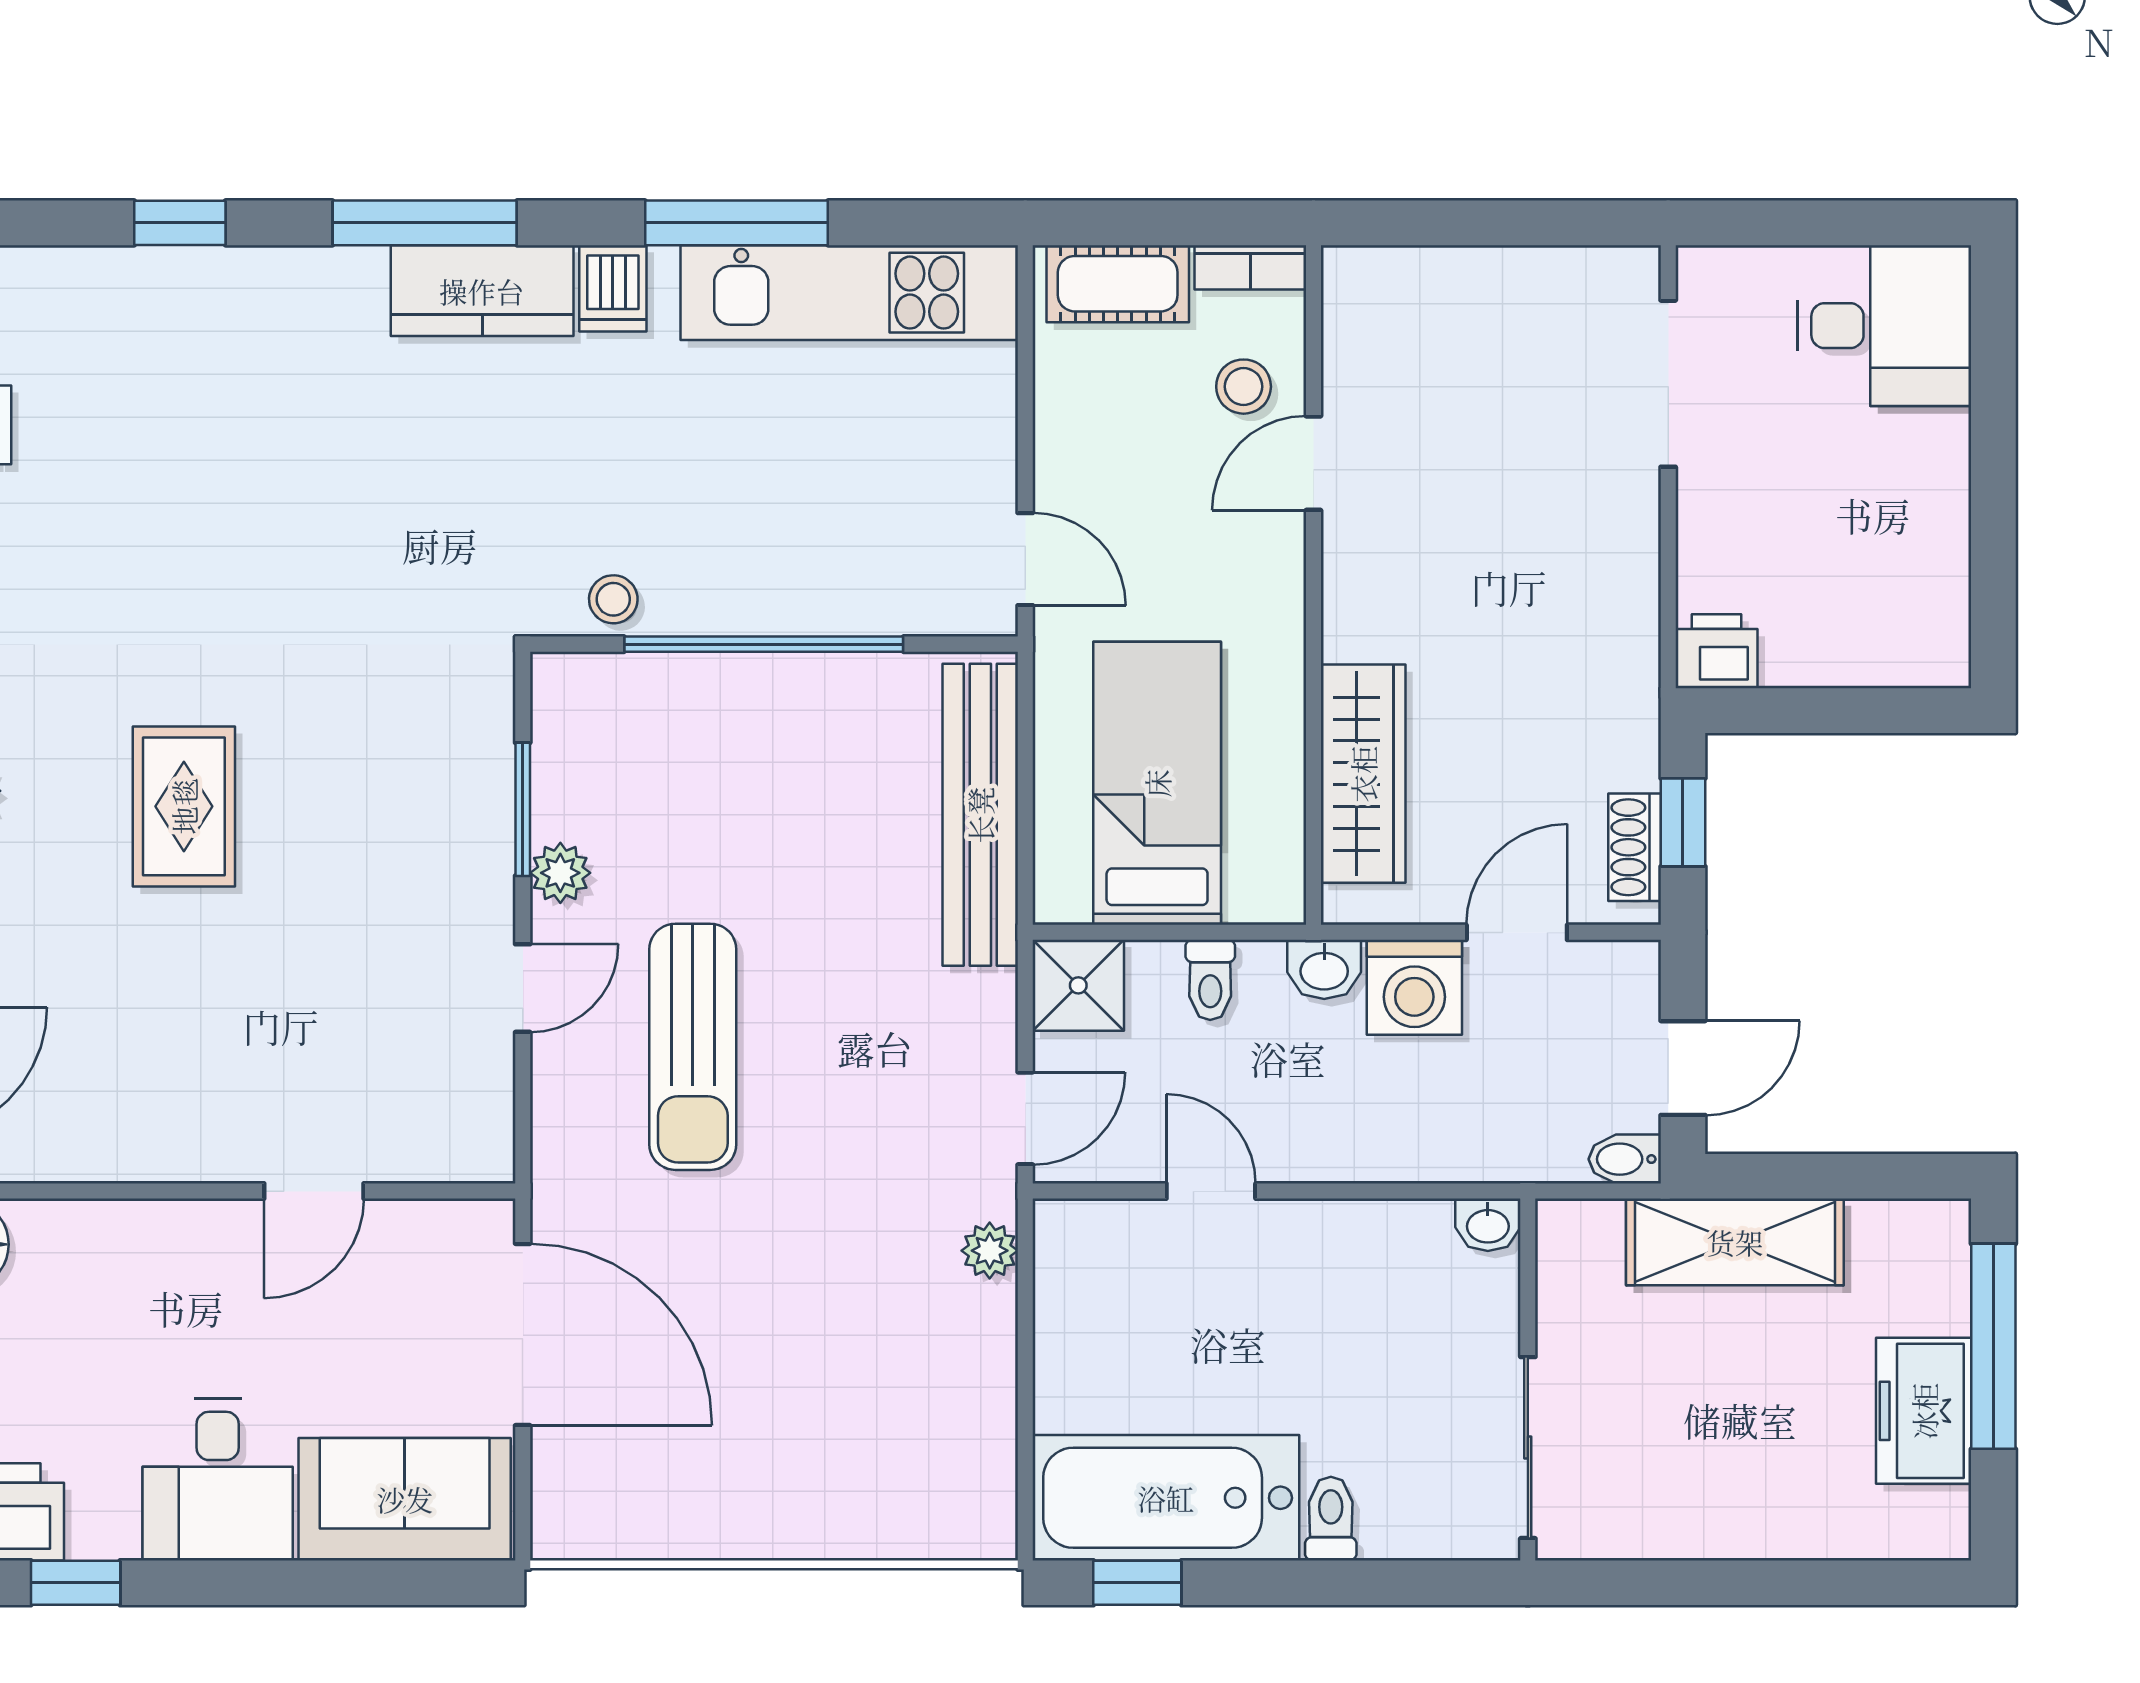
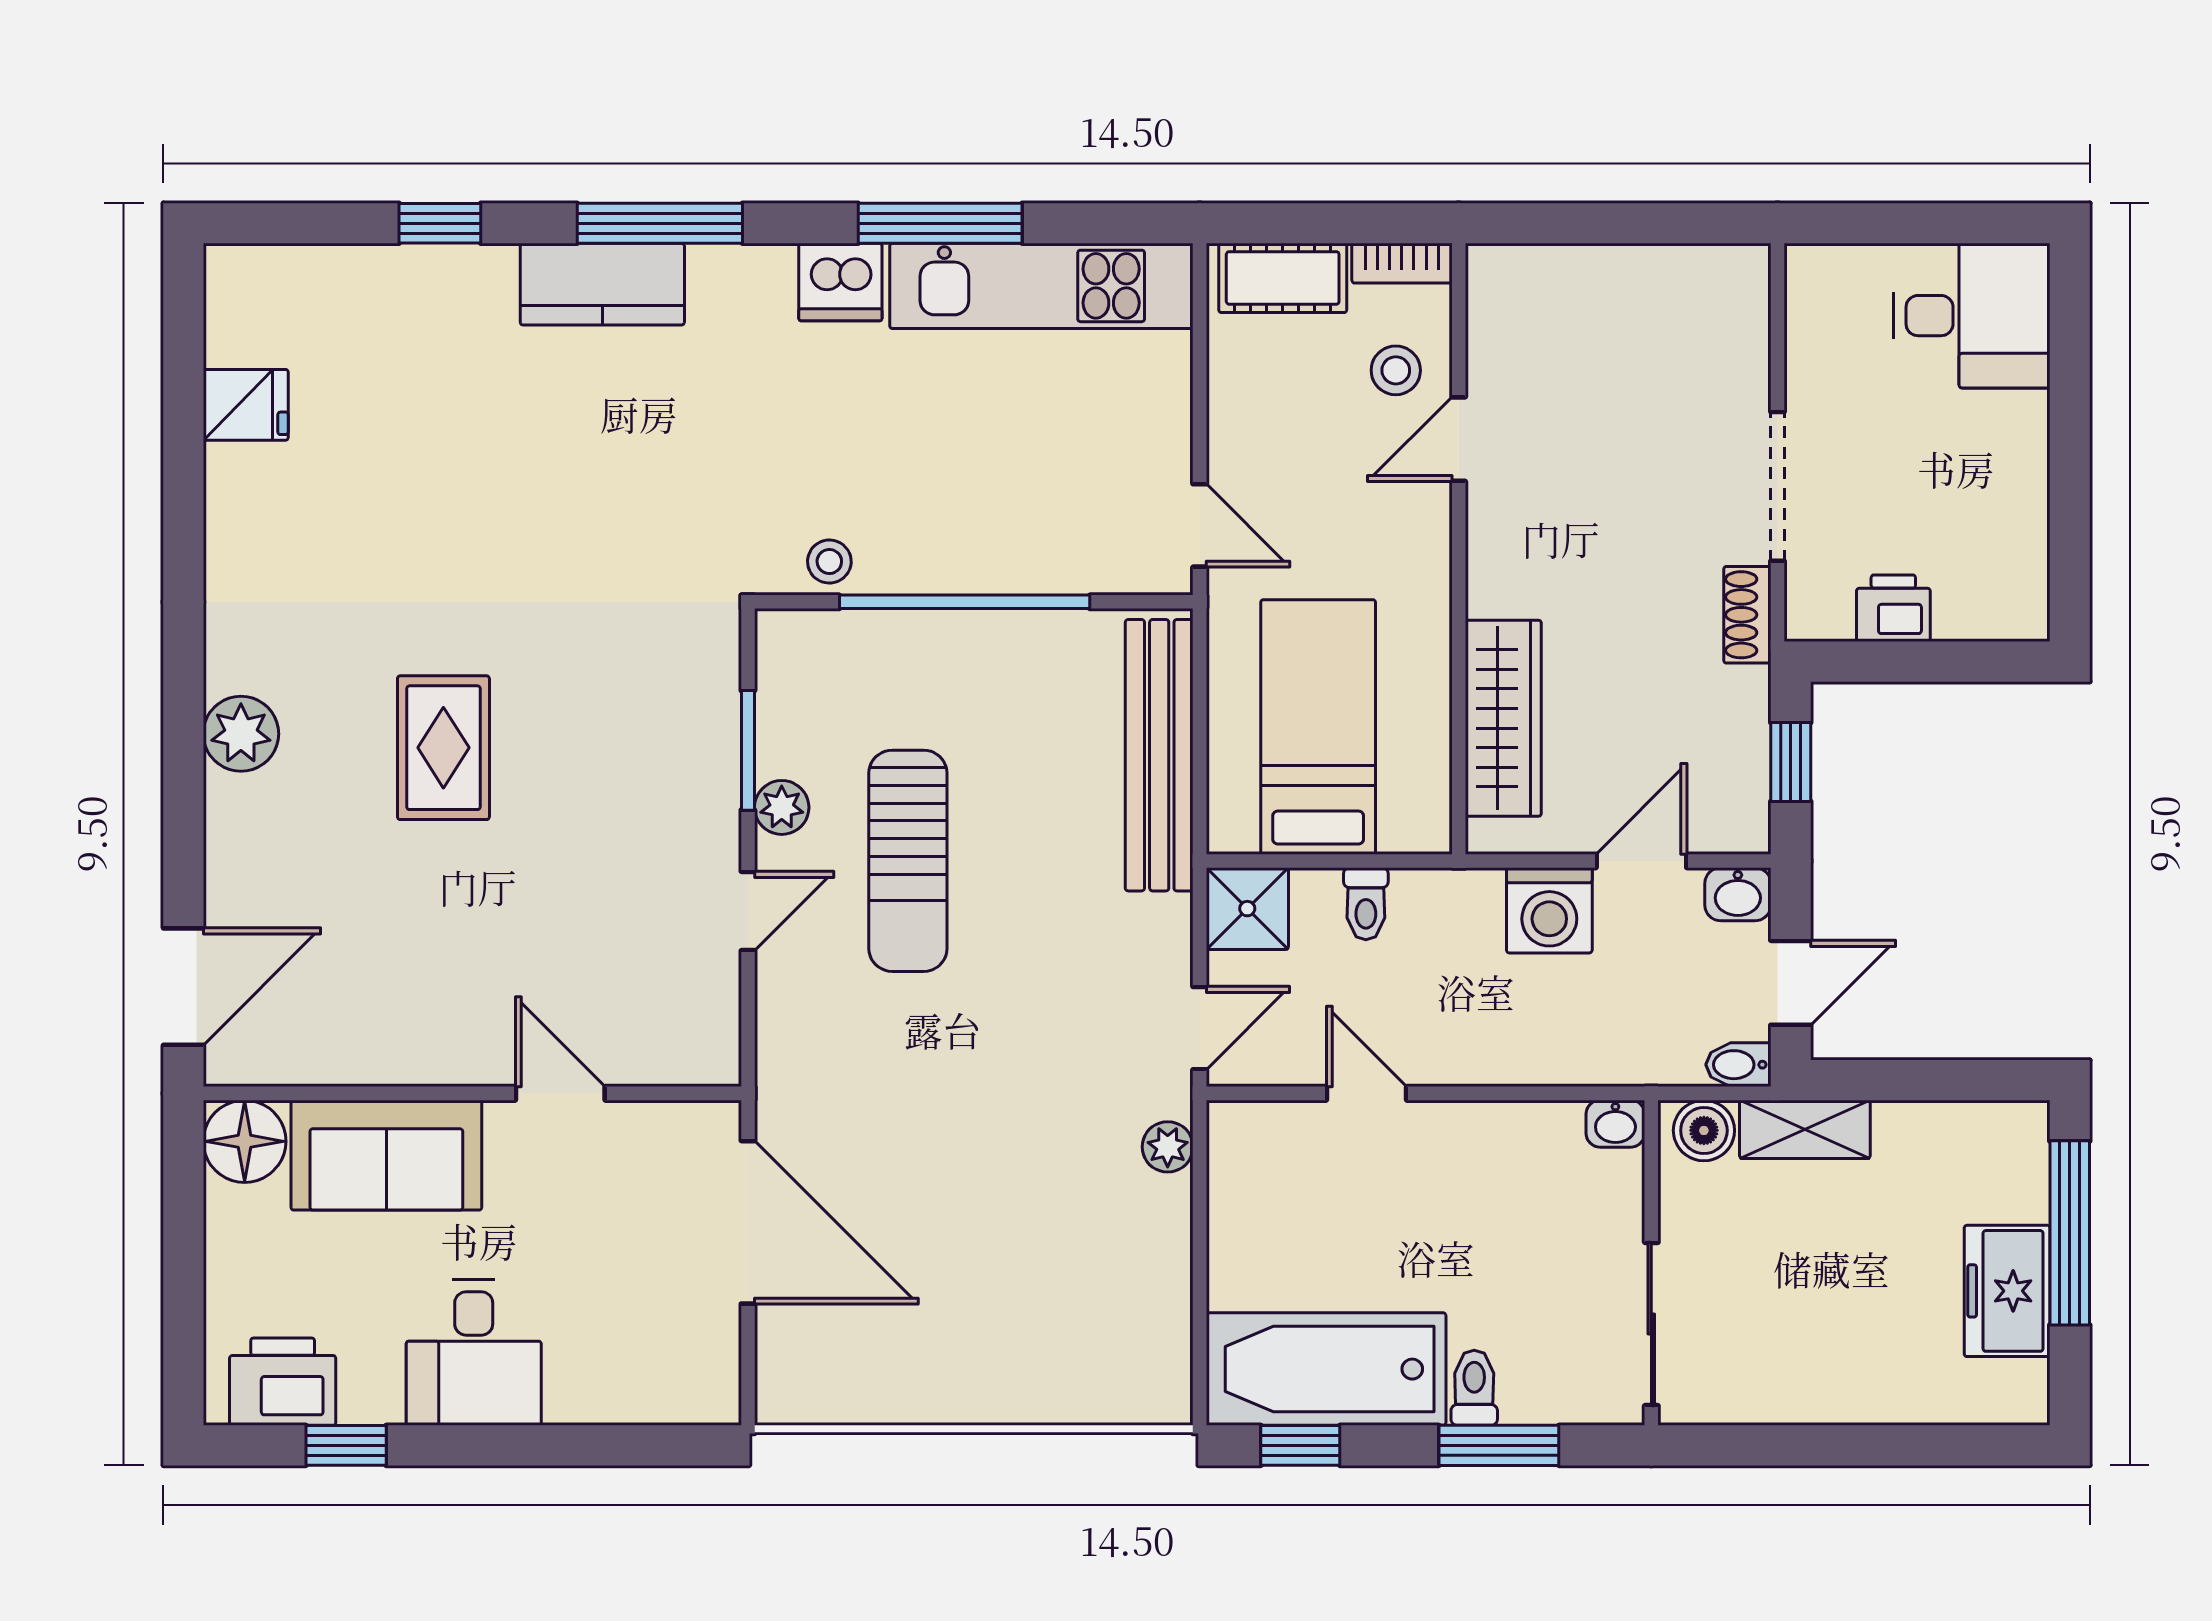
dishwasher: (613, 288) -> (840, 282), width x1.38
kitchen counter: (482, 291) -> (602, 284), moved
doorway: (1668, 384) -> (1777, 486), moved
printer: (1717, 651) -> (1893, 608), moved
shoe rack: (1635, 847) -> (1747, 615), moved
washbasin: (1324, 969) -> (1738, 894), moved
sun lounger: (693, 1047) -> (908, 861), moved
door: (314, 1191) -> (560, 1093), swing flipped
boiler: (1586, 1232) -> (1704, 1130), added
shelving: (1735, 1242) -> (1805, 1129), width x0.67, depth x0.75
sofa: (405, 1499) -> (386, 1155), moved, turned 180
window: (1358, 1583) -> (1499, 1445), added

